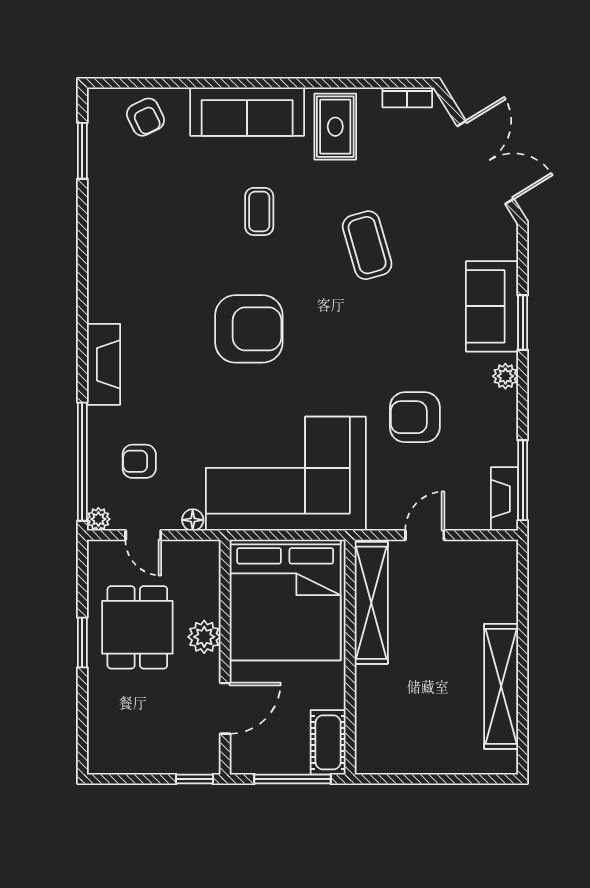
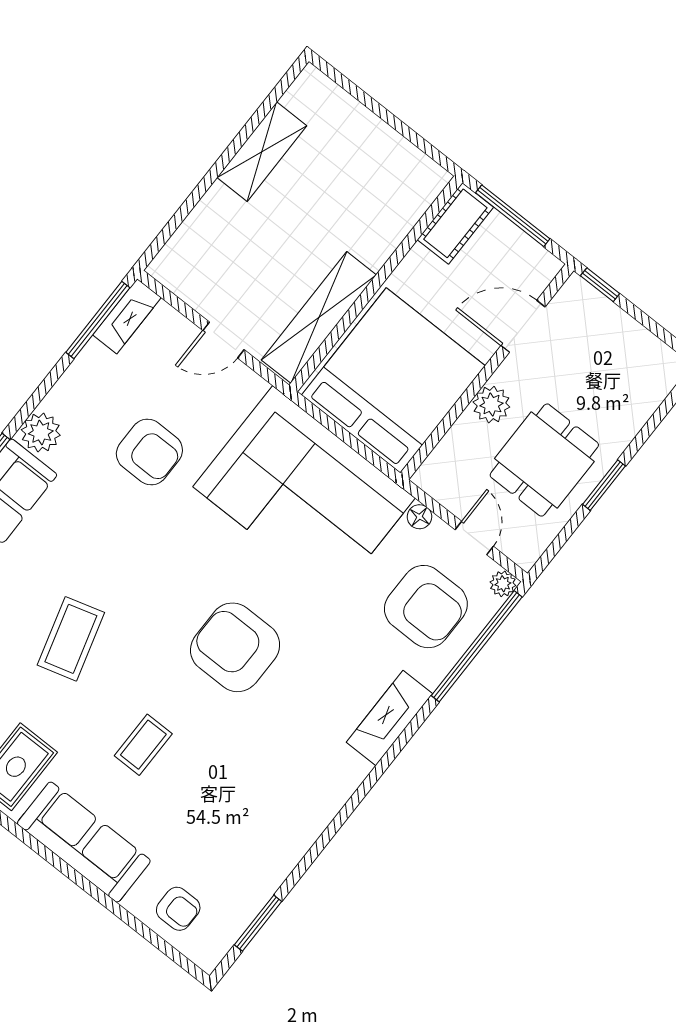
armchair: (145, 117) -> (178, 909), turned 116
plant: (505, 376) -> (41, 432), width x1.38, depth x1.38
armchair: (139, 461) -> (426, 607), width x1.88, depth x1.88
shelving: (501, 686) -> (262, 152), width x0.68

